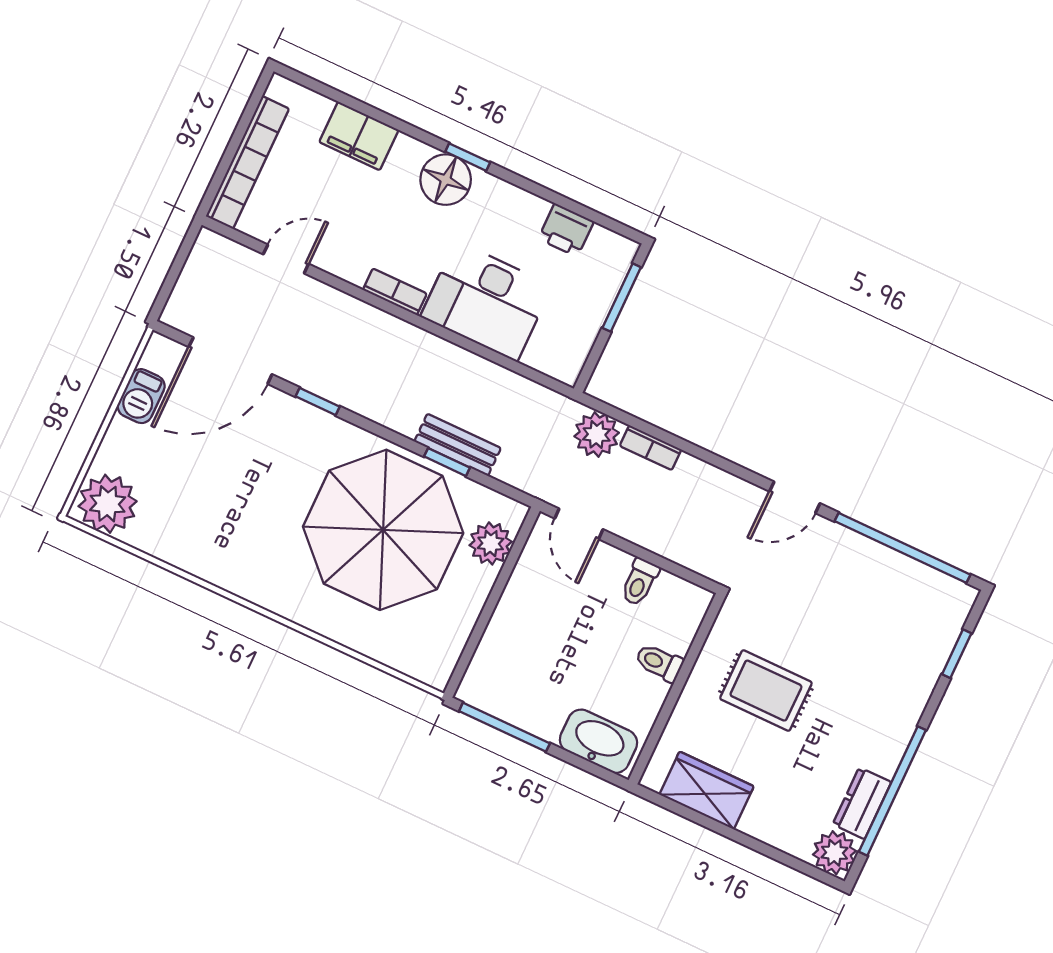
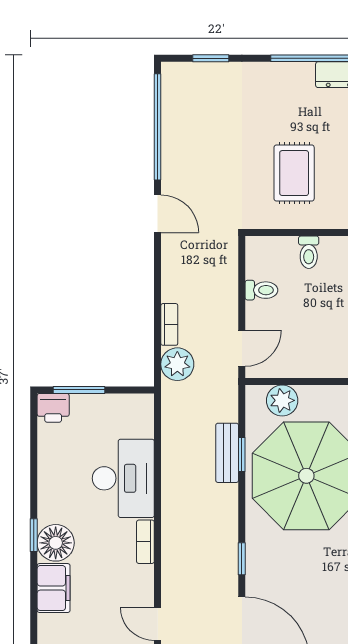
filing cabinet: (359, 136) -> (54, 588), moved
printer: (566, 230) -> (53, 408), moved, turned 90

